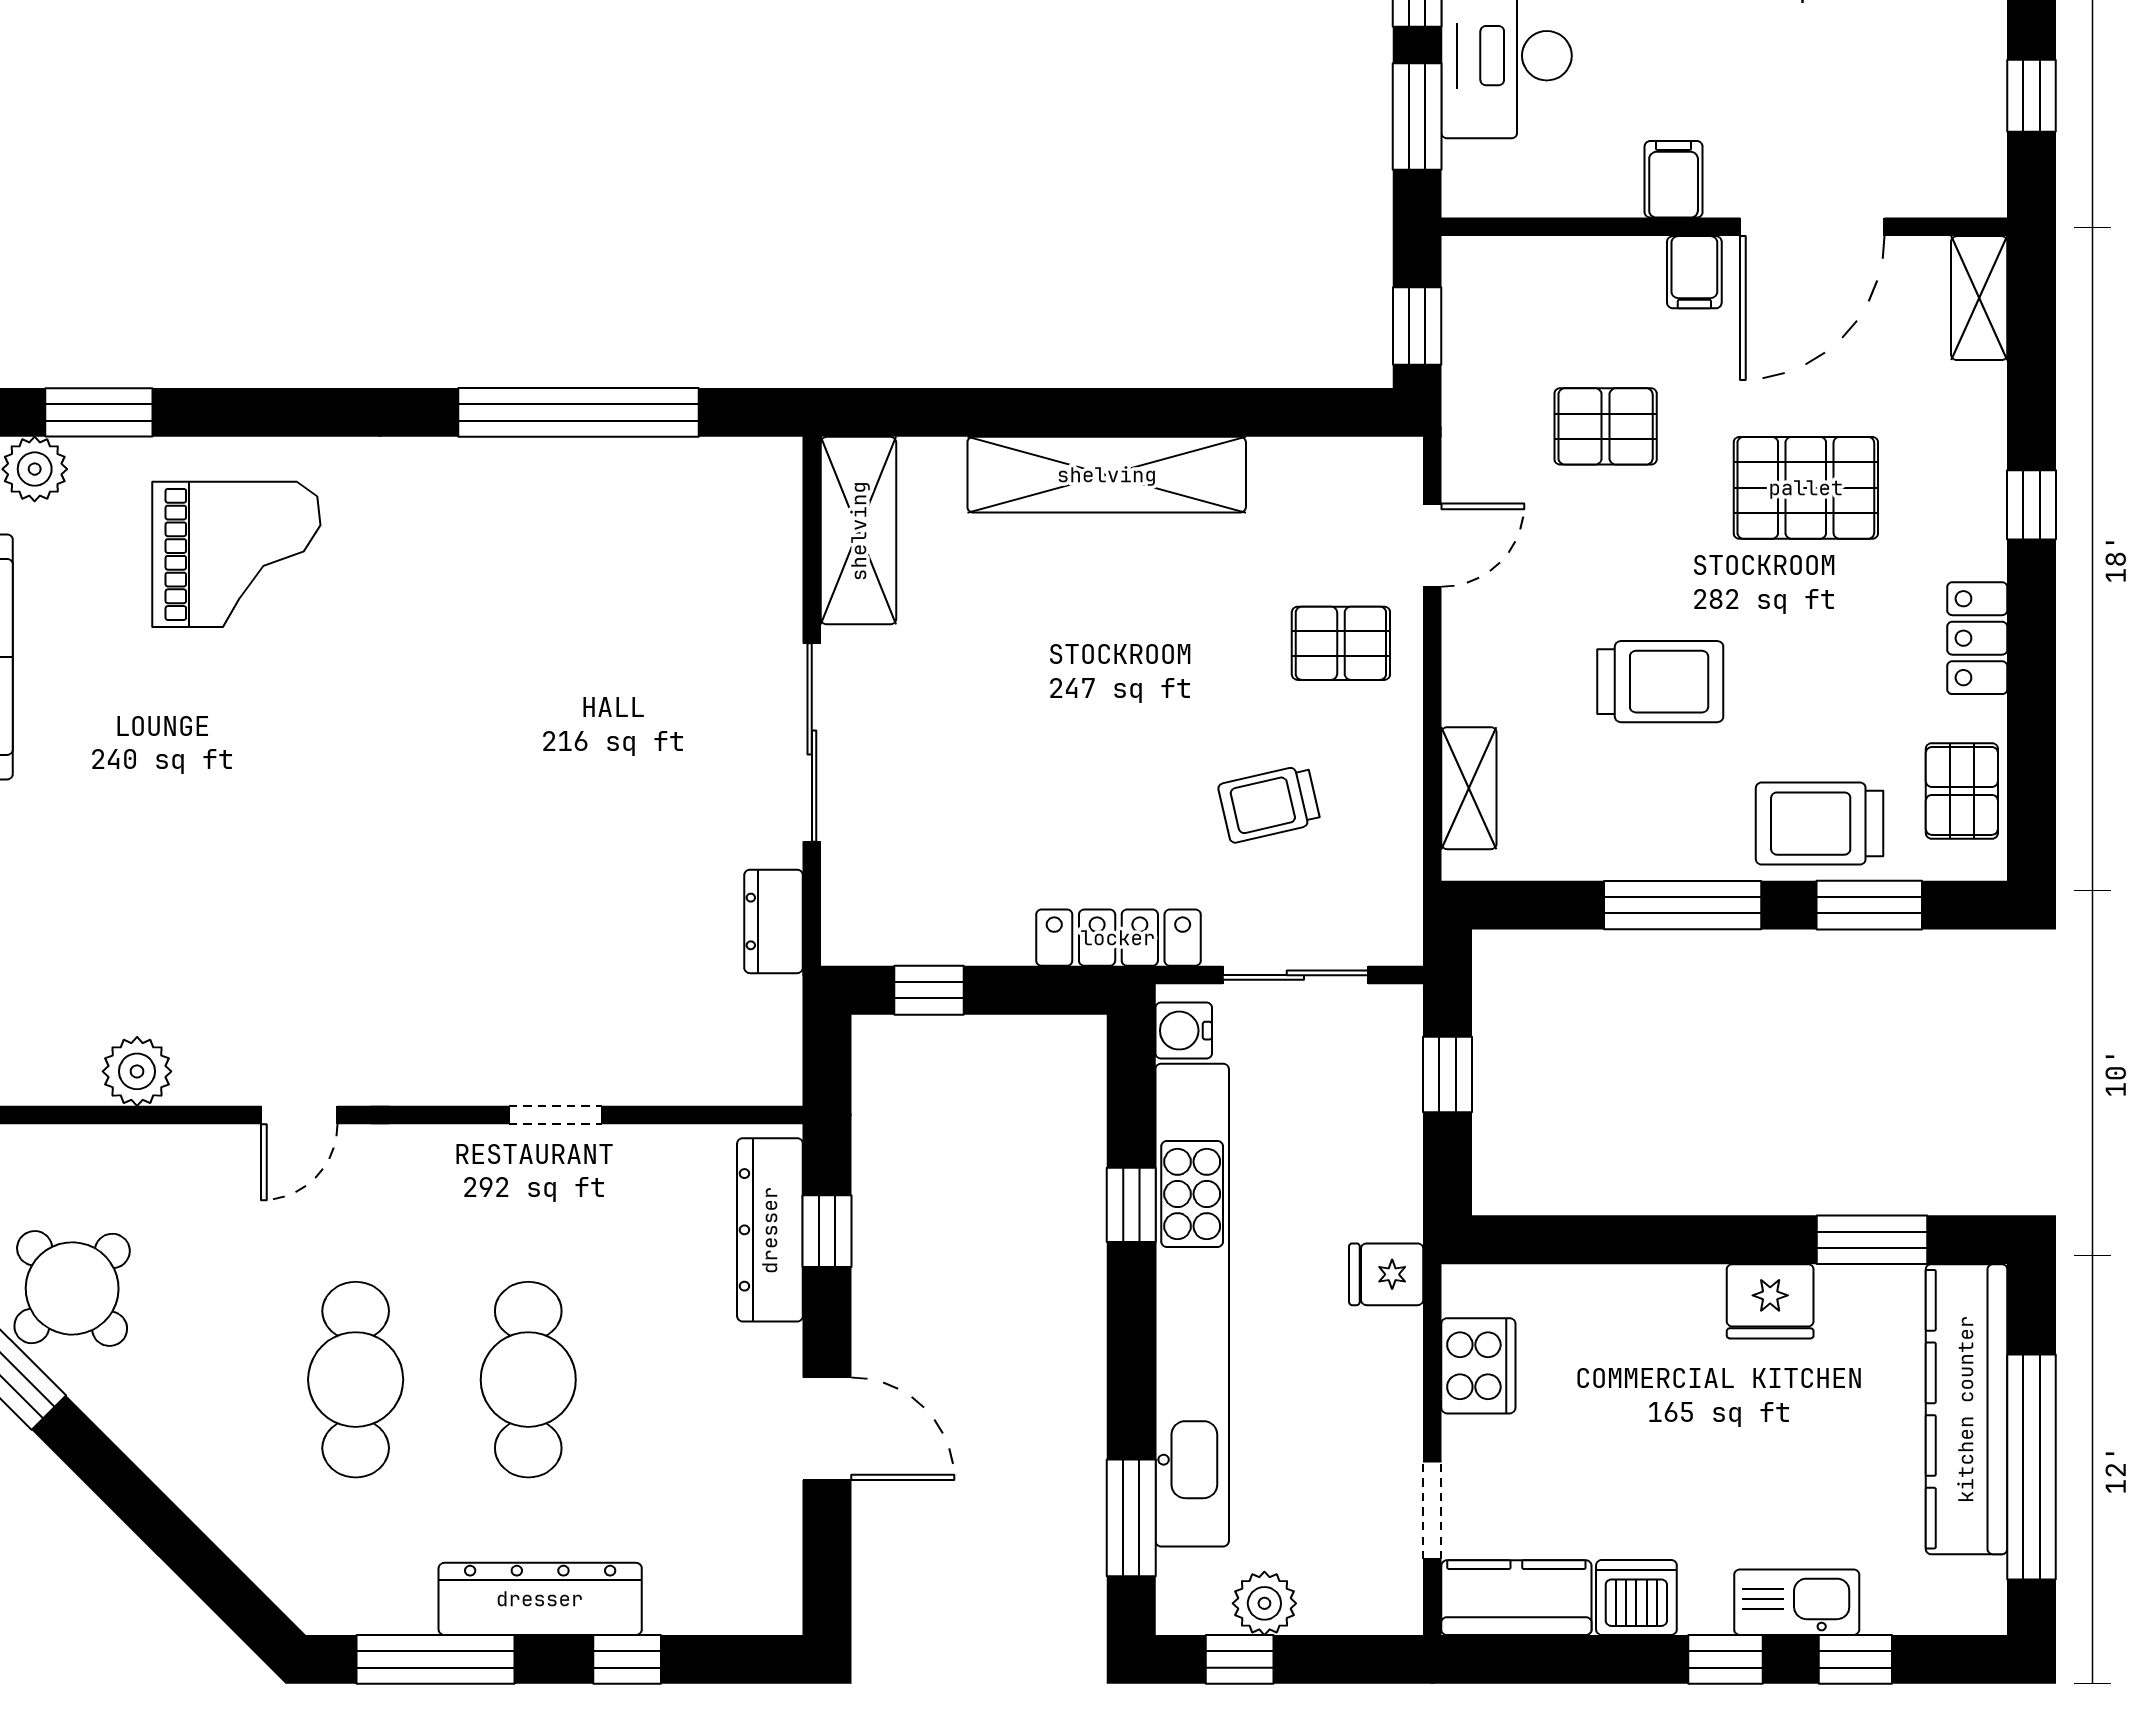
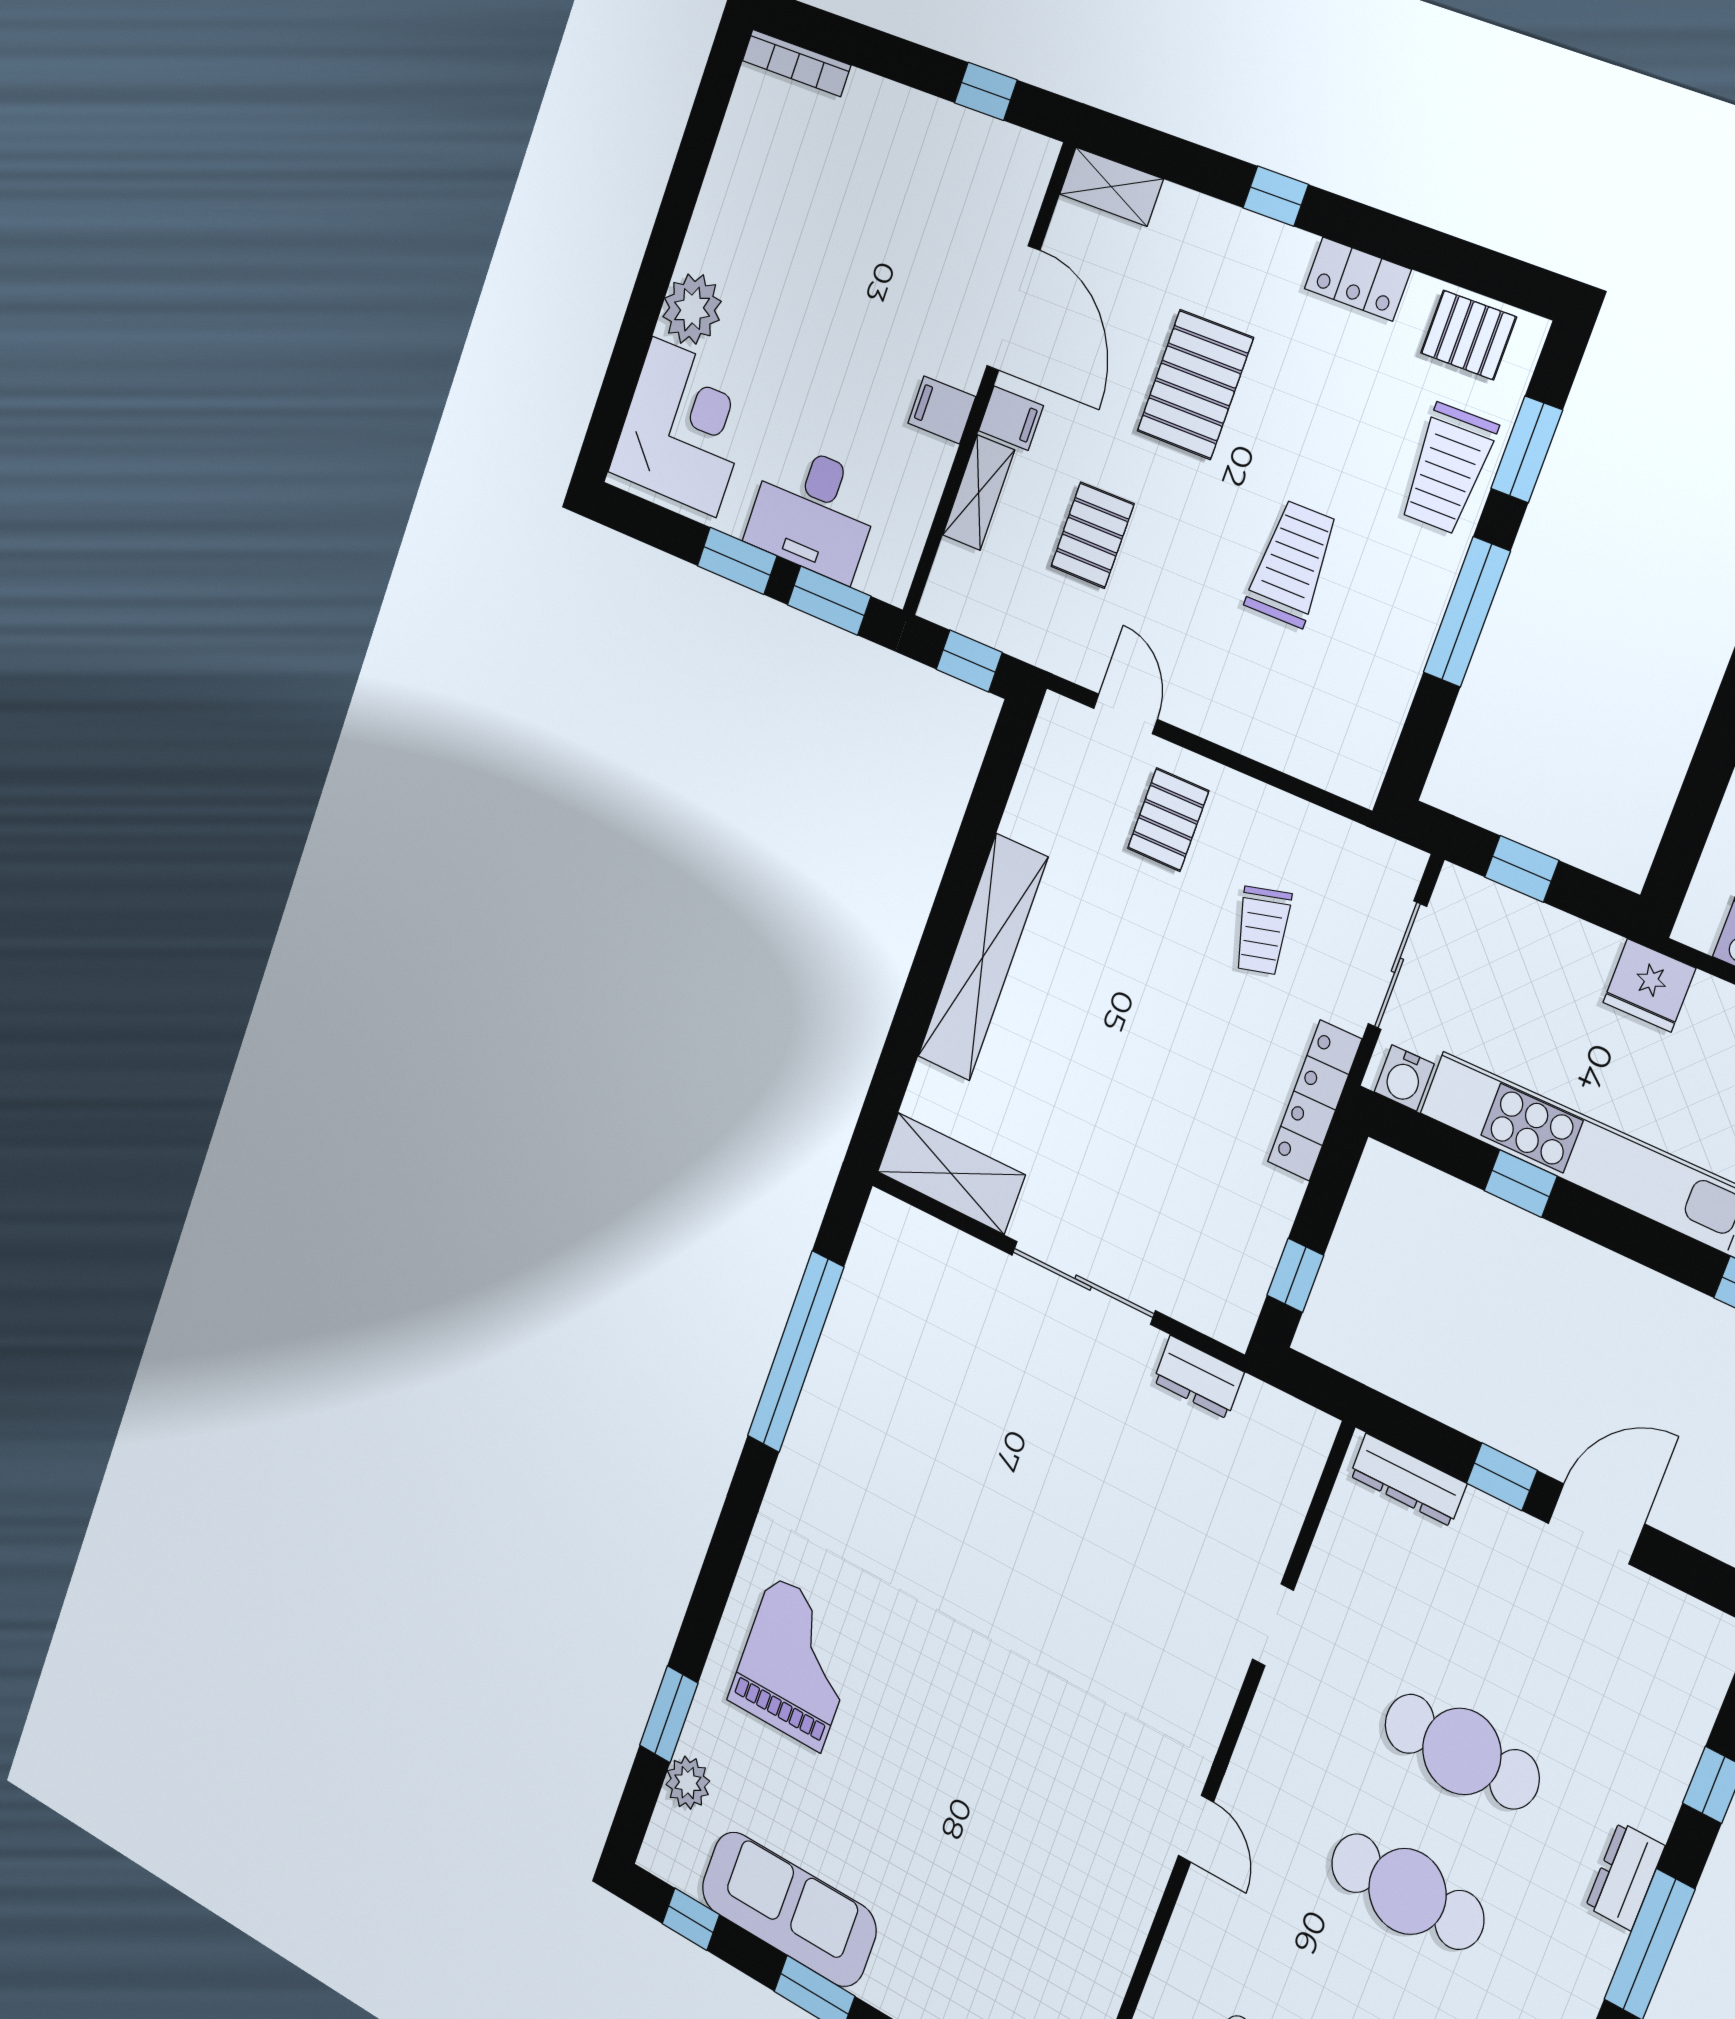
shelving: (1469, 788) -> (979, 492), moved, turned 90
plant: (137, 1071) -> (1117, 1938), removed
dresser: (770, 1230) -> (1408, 1480), width x0.73, depth x0.80
window: (827, 1231) -> (1502, 1477), moved
fridge: (1386, 1274) -> (1649, 985), width x1.38
dresser: (540, 1599) -> (1625, 1876), width x0.51, depth x0.80

